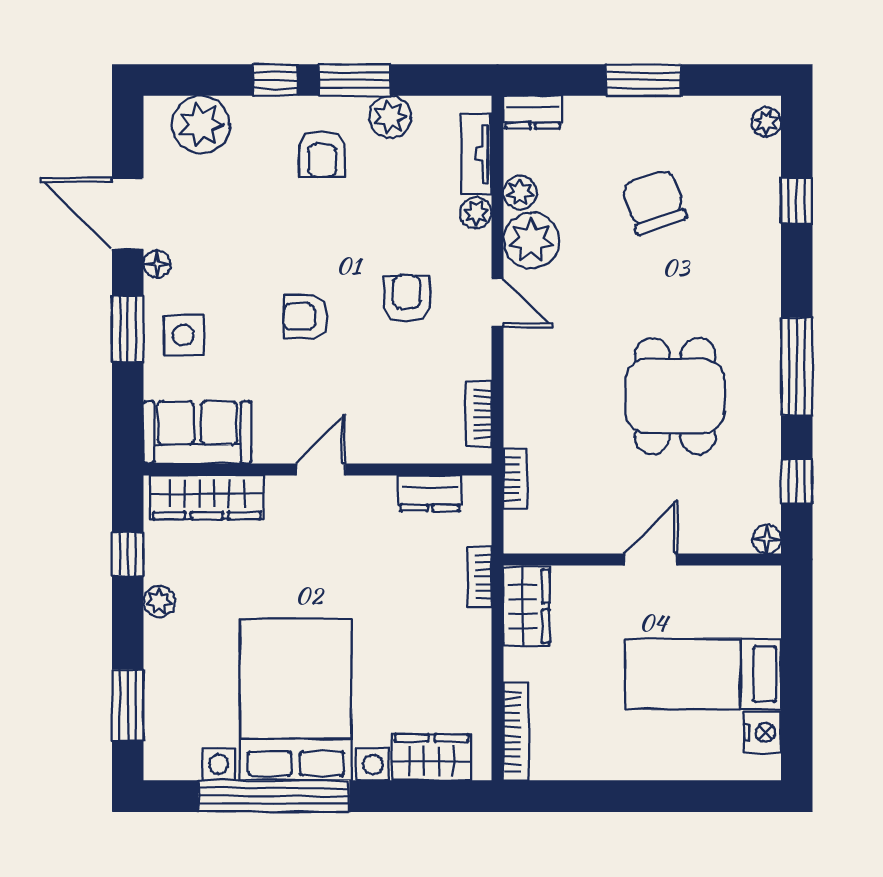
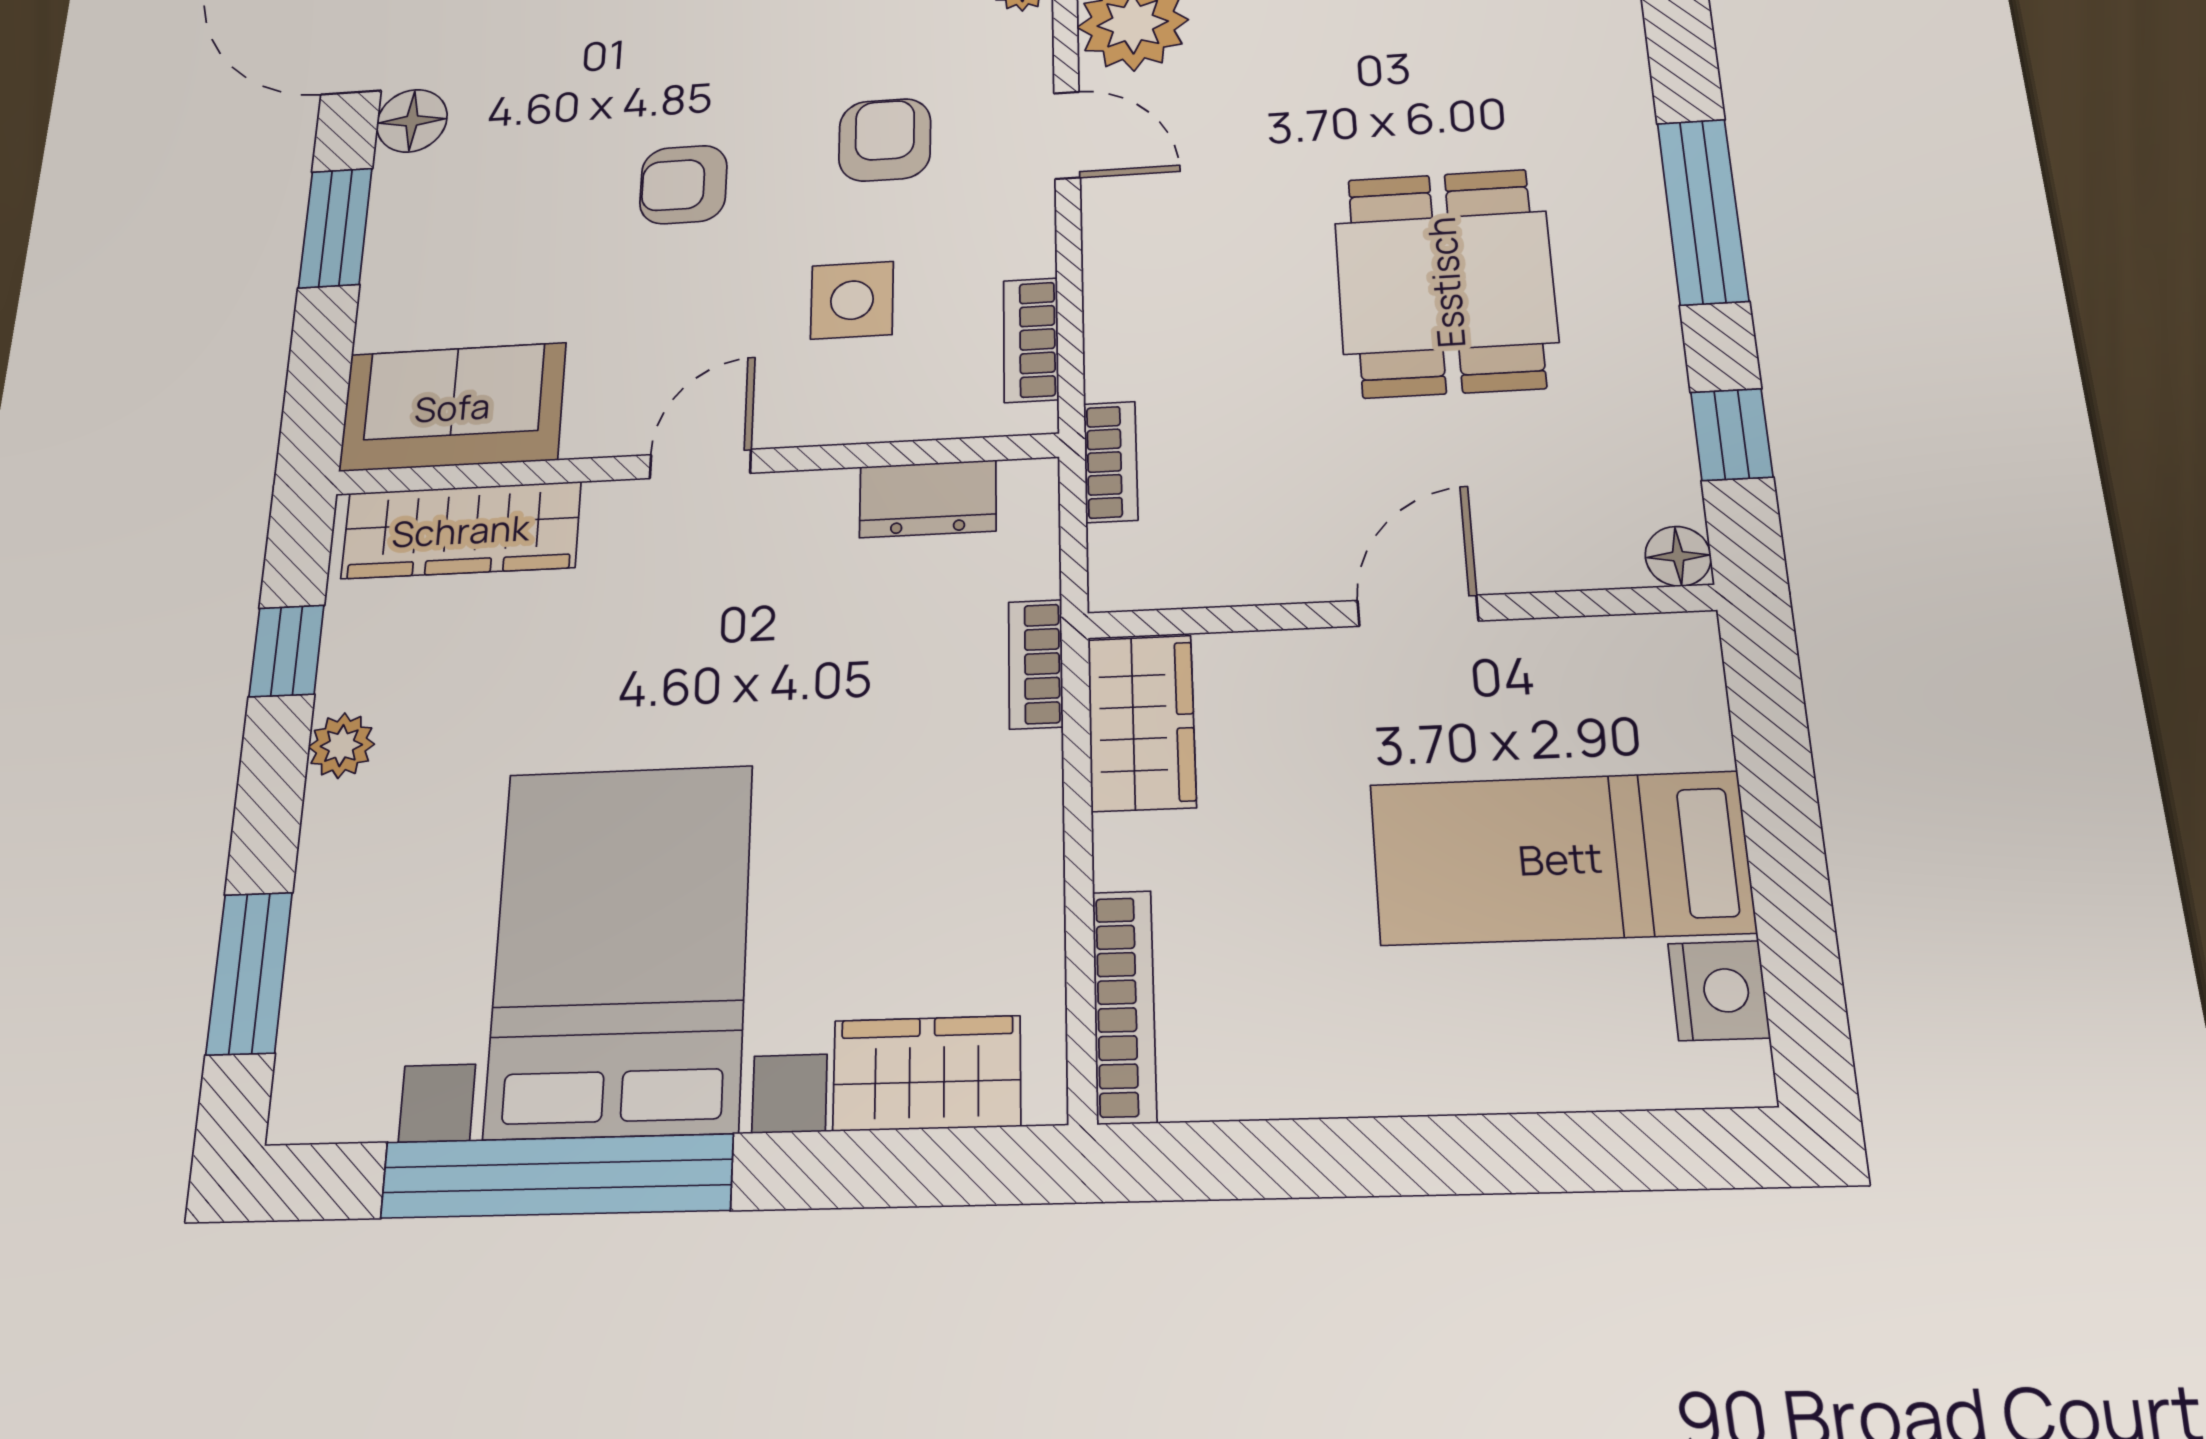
floor lamp: (157, 264) -> (412, 121), width x1.37, depth x1.37
side table: (184, 335) -> (852, 300), moved

